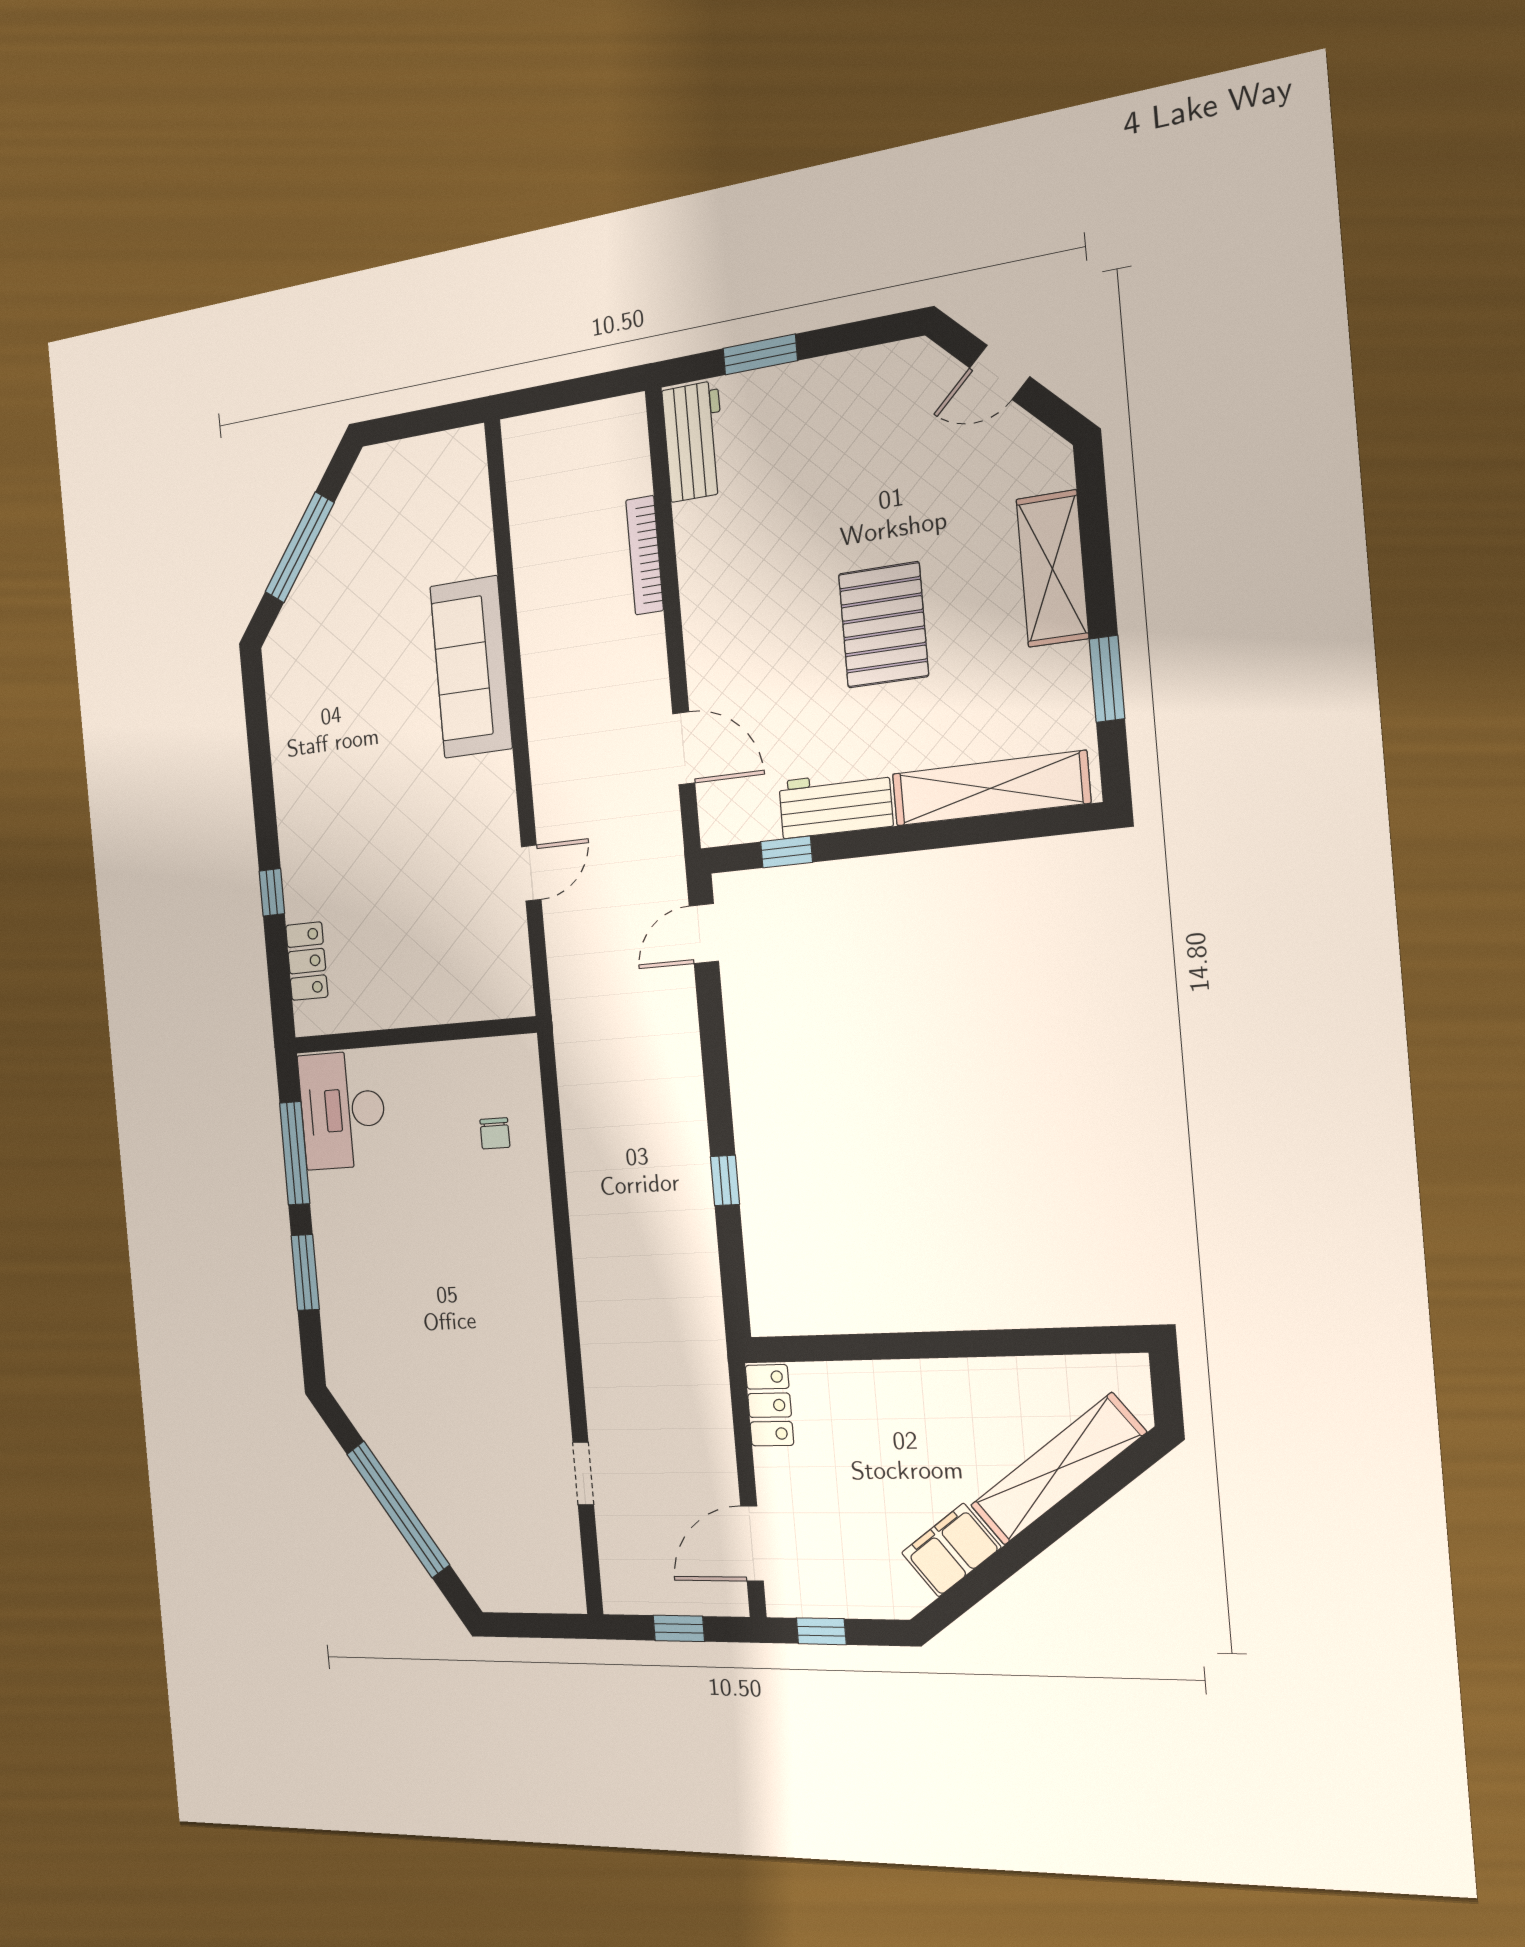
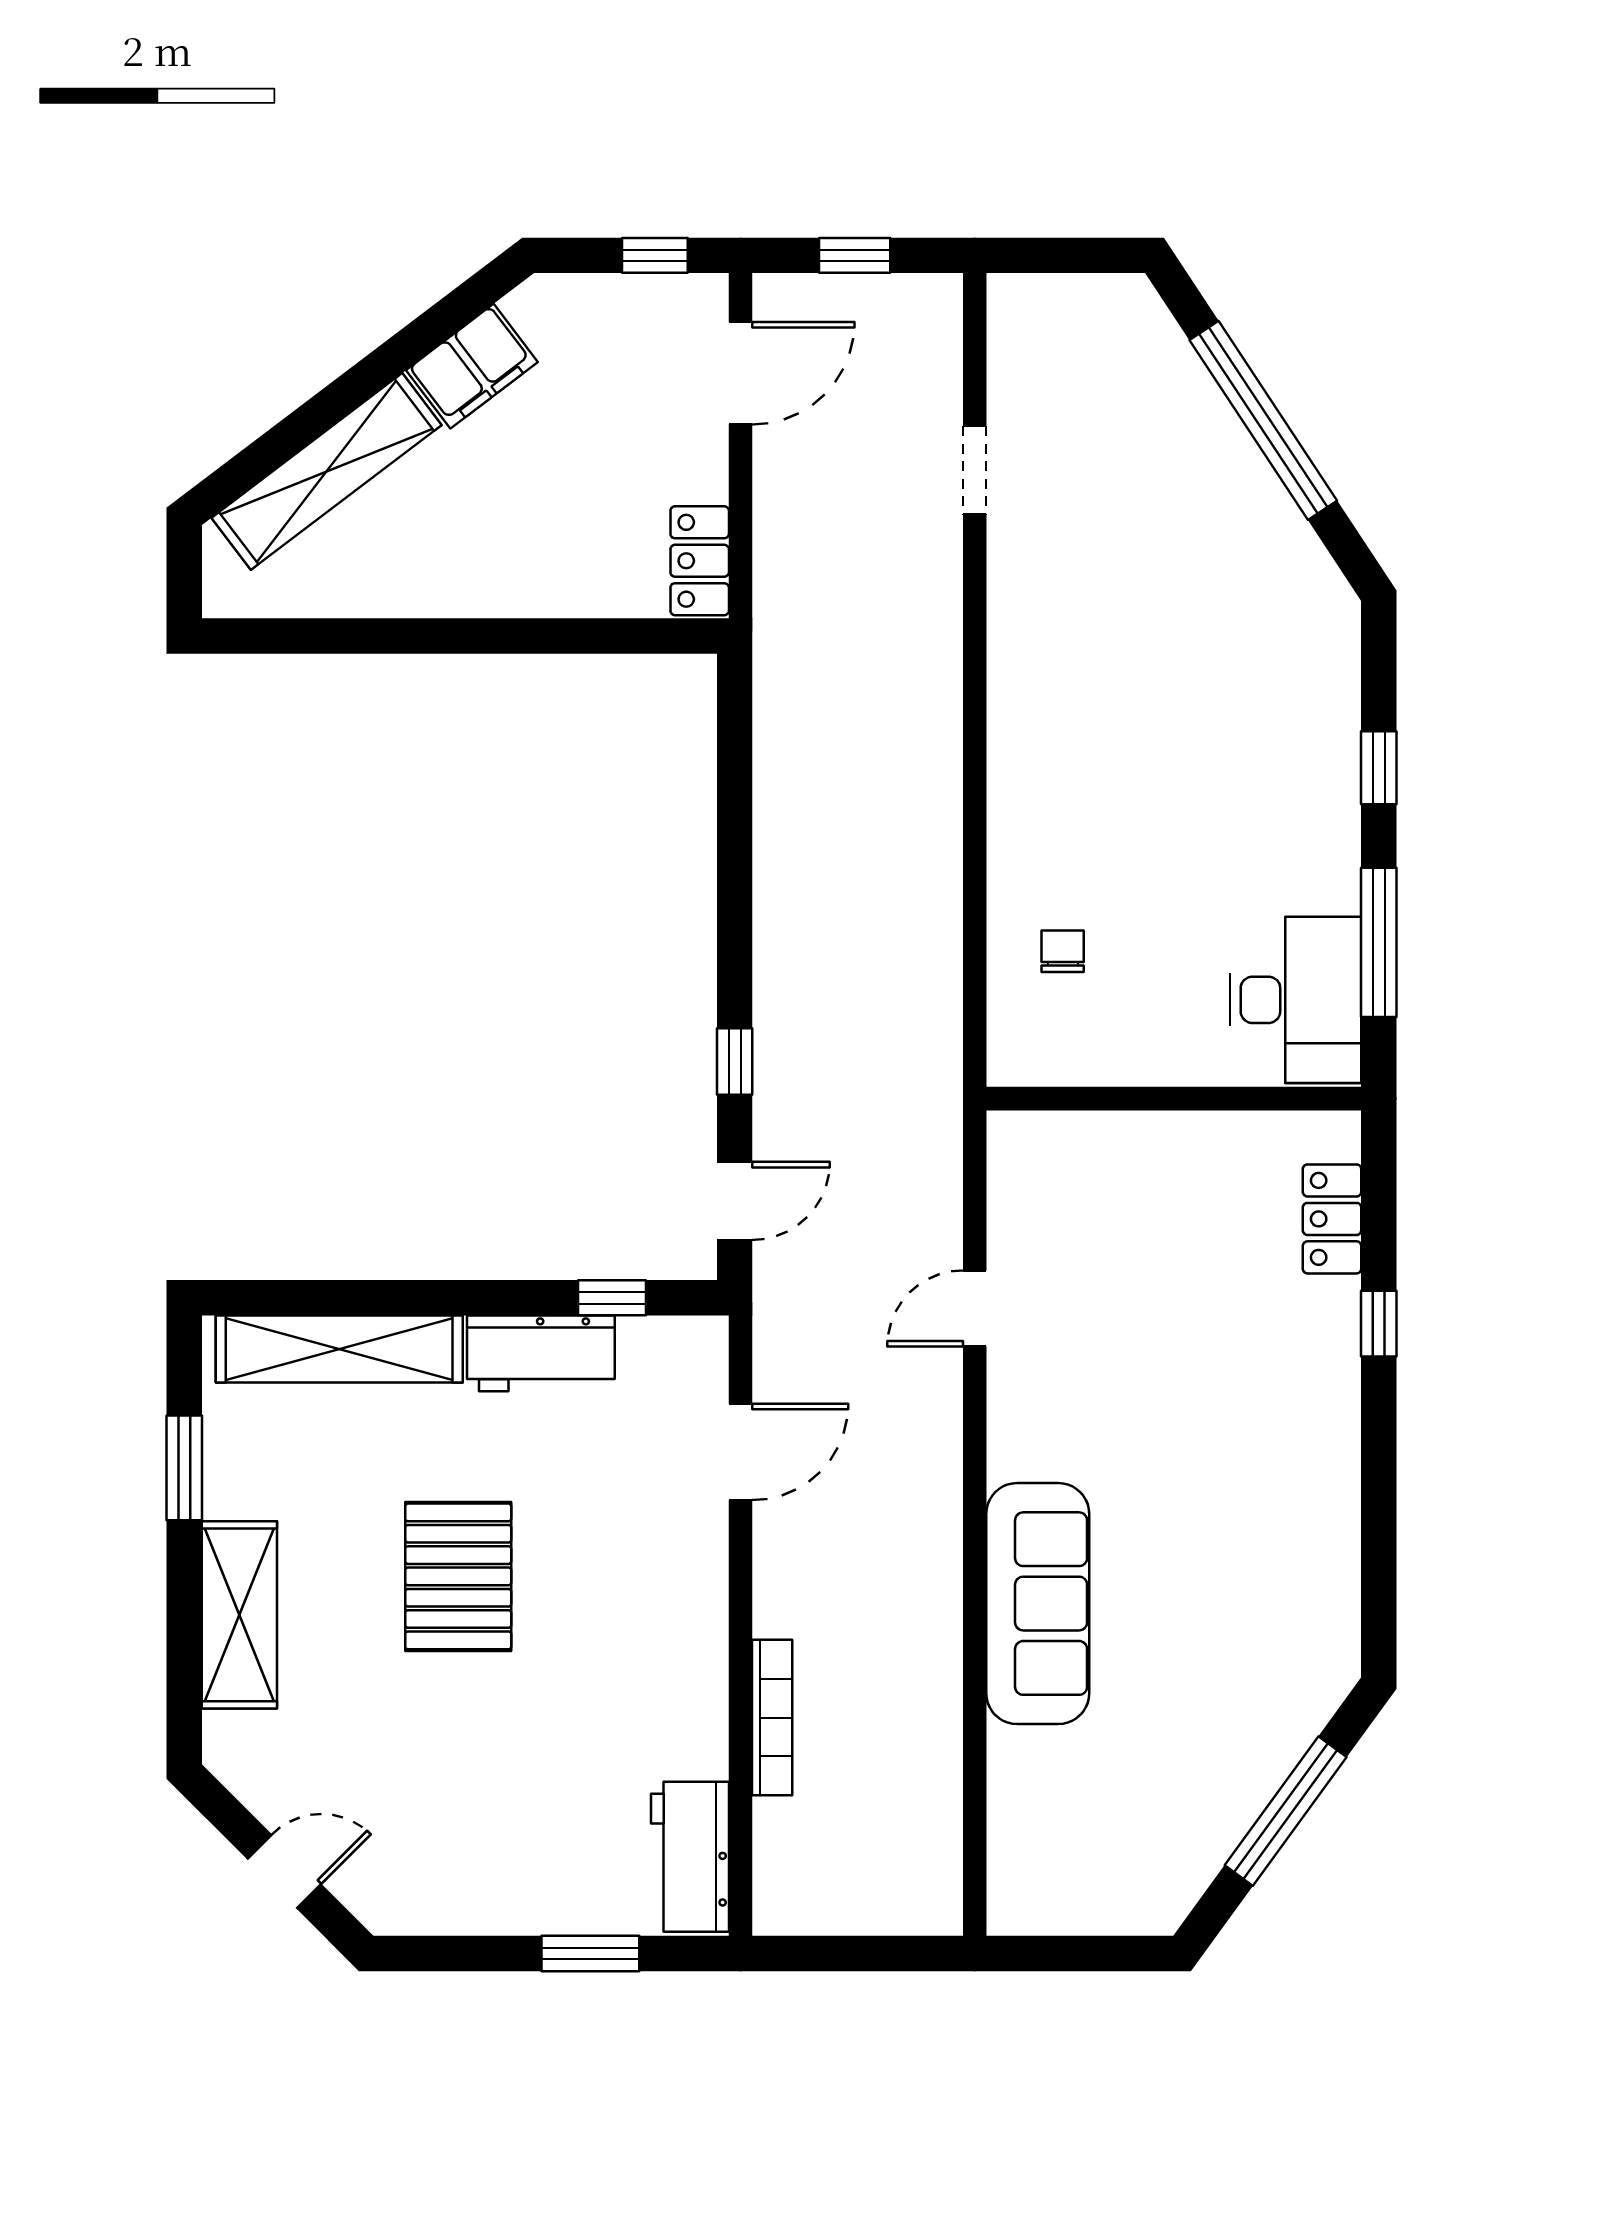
door: (684, 748) -> (741, 1452), swing flipped
window: (725, 1180) -> (735, 1061), moved
window: (305, 1272) -> (1379, 768), width x0.67

